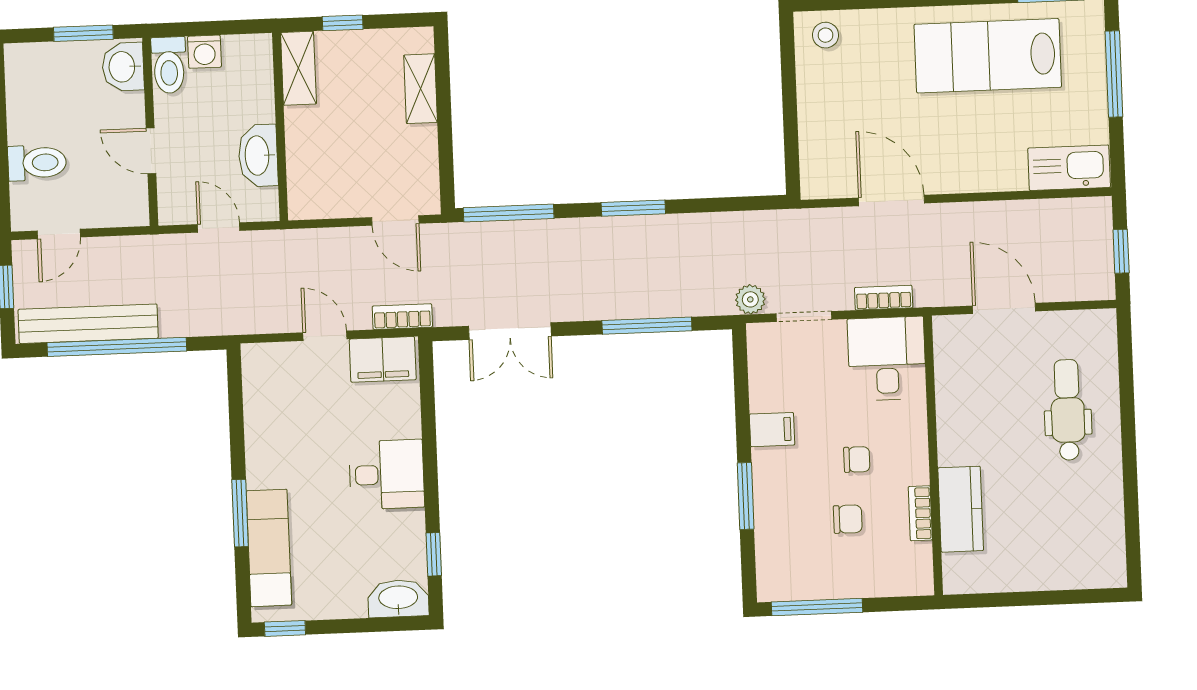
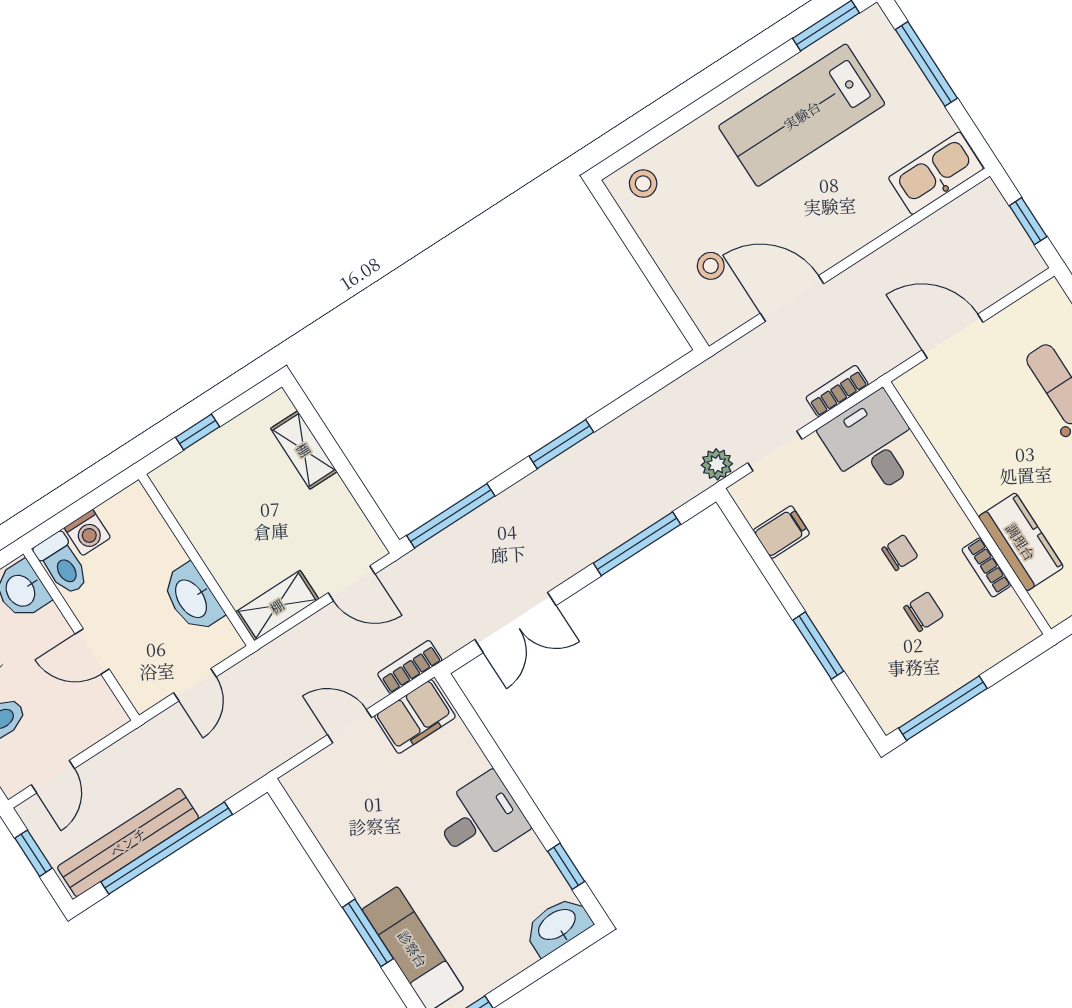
shelving: (298, 68) -> (277, 606), moved, turned 90
stool: (841, 135) -> (711, 266), added
door: (219, 228) -> (195, 685), swing flipped
filing cabinet: (772, 430) -> (781, 532), moved

